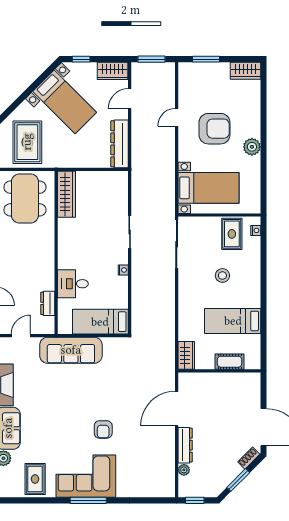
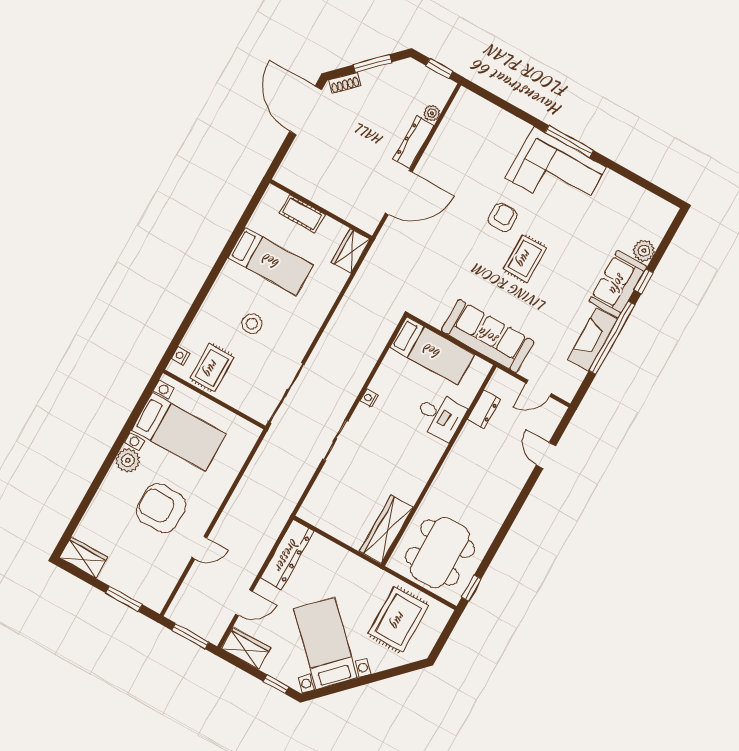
bed with nightstands: (209, 188) -> (179, 432), moved, turned 180
rug: (35, 479) -> (525, 258), moved

